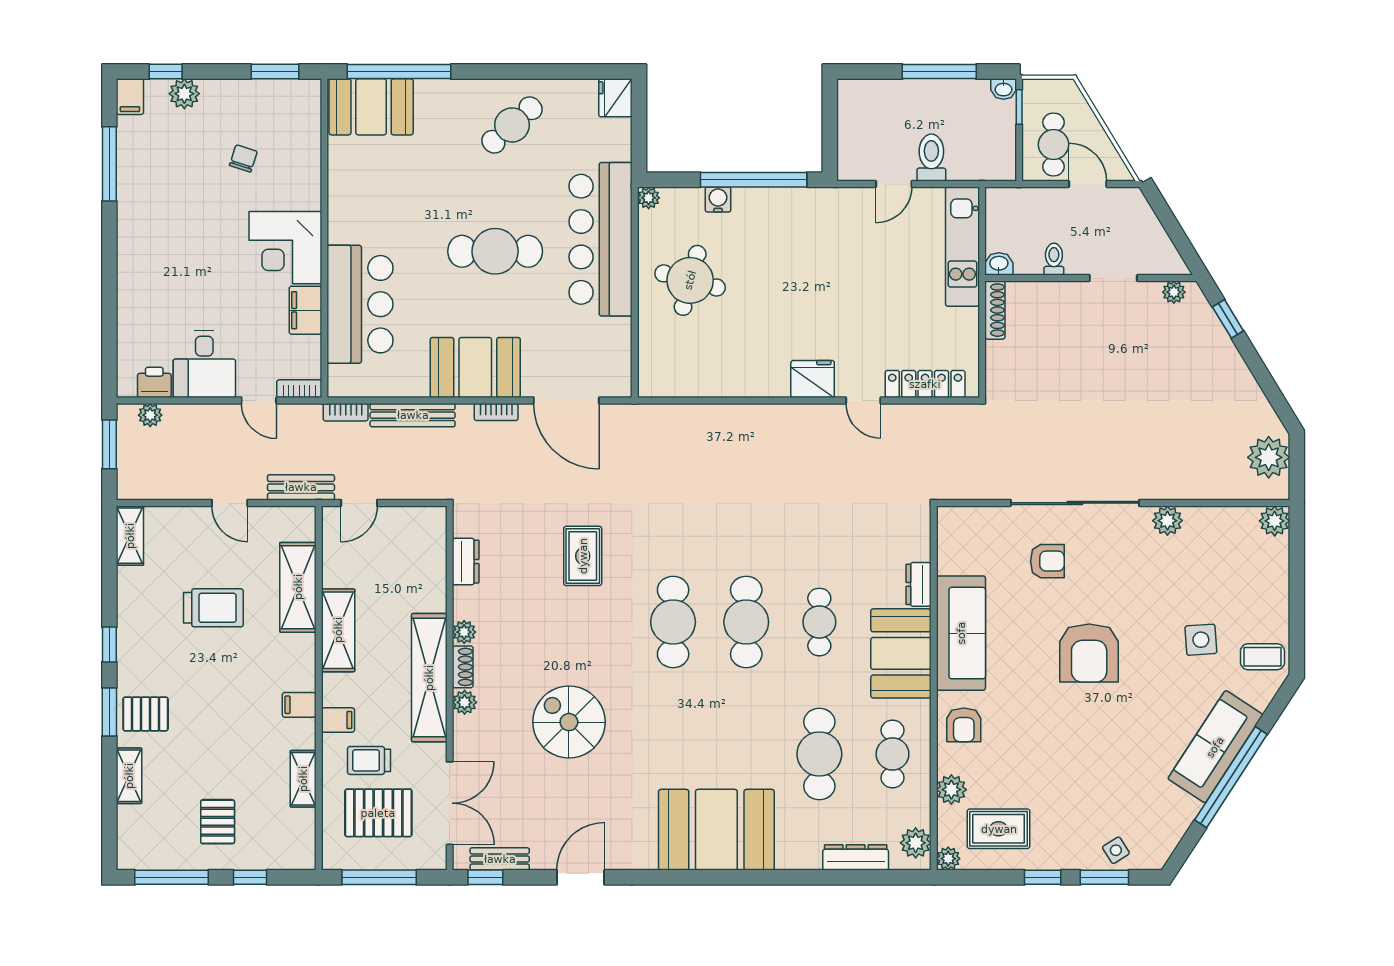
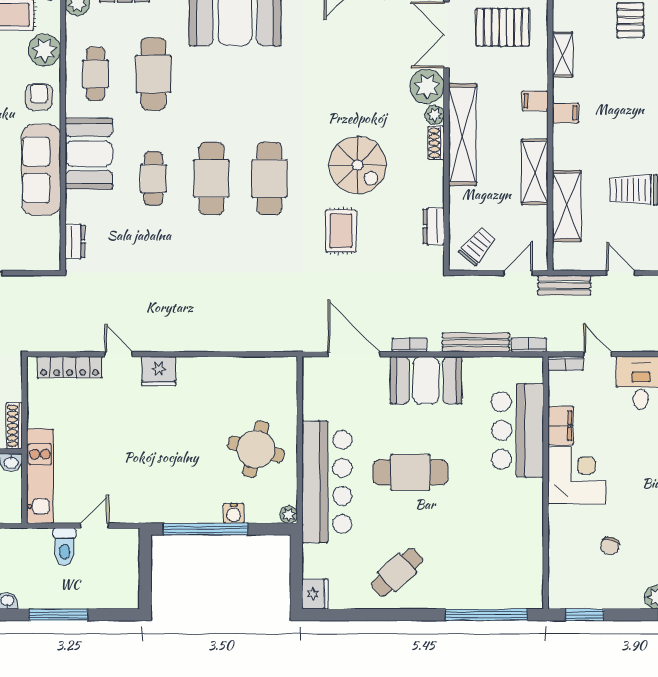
booth: (371, 107) -> (509, 587), removed
dresser: (918, 584) -> (75, 241), moved
plant: (464, 632) -> (427, 86), moved, width x1.87, depth x1.87
spiral stairs: (569, 722) -> (358, 165), moved
trolley: (369, 760) -> (478, 246), moved, turned -50
plant: (951, 790) -> (44, 50), width x1.36, depth x1.36

